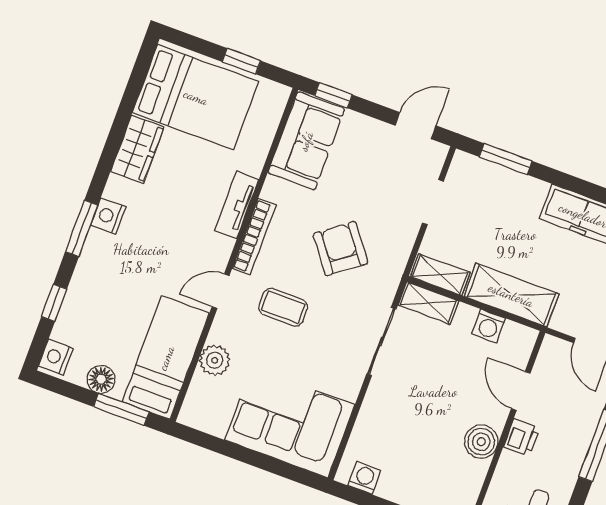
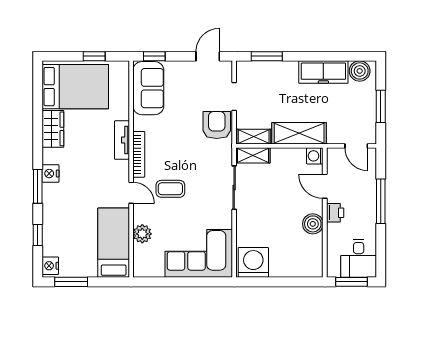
armchair: (341, 248) -> (217, 125), moved, turned 37
door: (221, 291) -> (131, 193), swing flipped
washing machine: (489, 326) -> (315, 156), moved, turned 90
floor lamp: (101, 379) -> (81, 269), removed
window: (121, 409) -> (71, 282), moved
washing machine: (364, 478) -> (253, 262), width x1.89, depth x1.89

